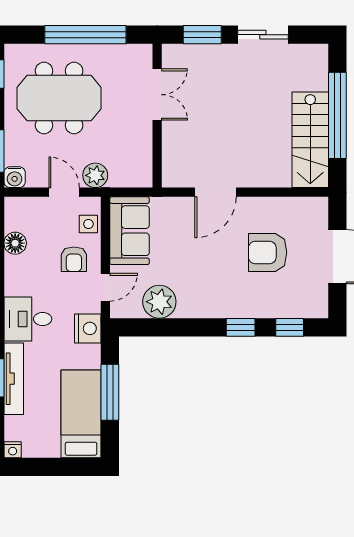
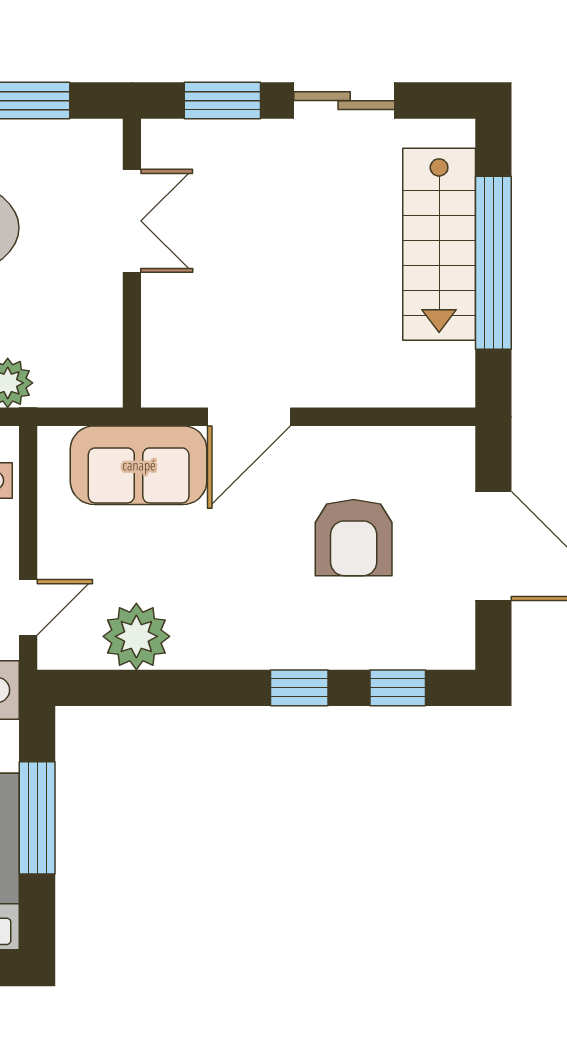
stairs: (310, 140) -> (439, 244), moved
sofa: (130, 231) -> (139, 465), moved, turned 90
armchair: (268, 252) -> (354, 538), turned -90

